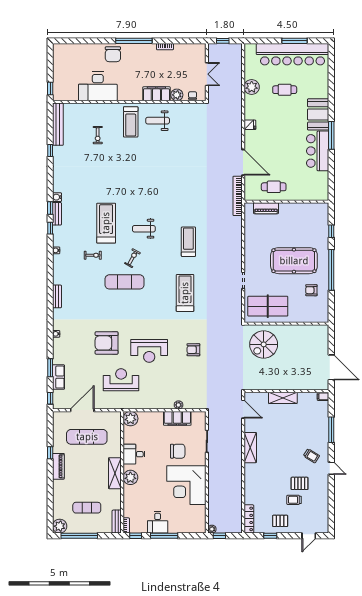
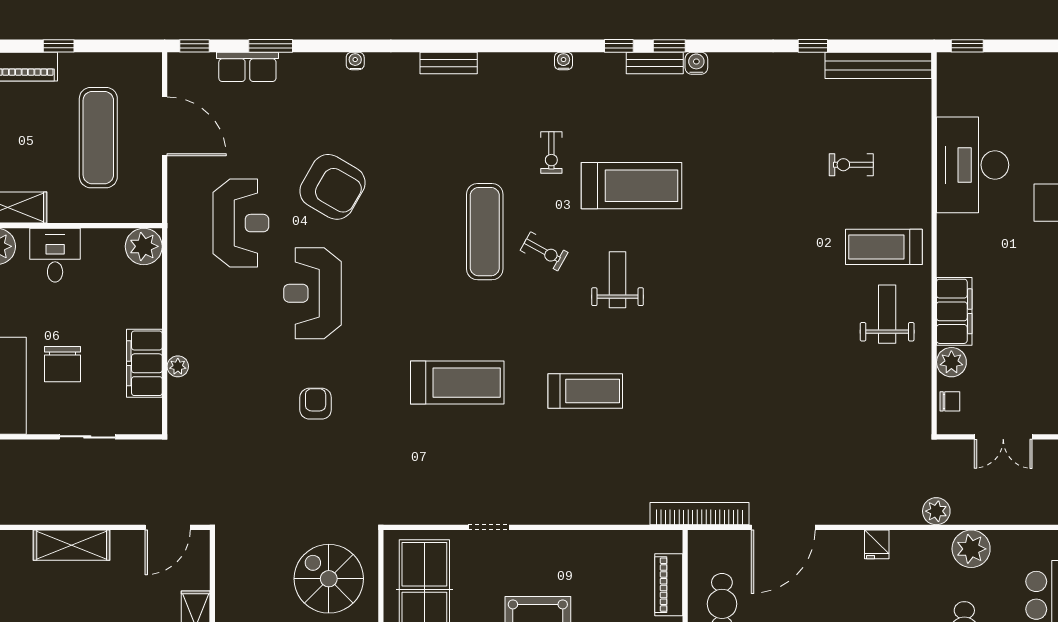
plant: (237, 101) -> (936, 511), added
armchair: (107, 343) -> (332, 187), turned 120

